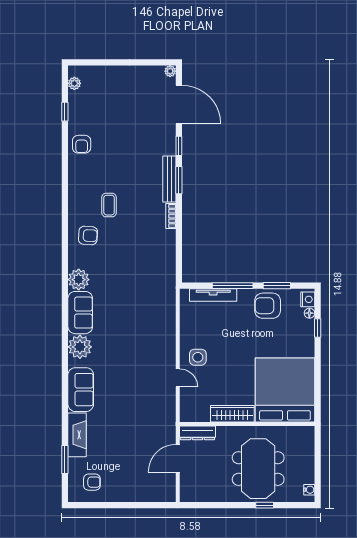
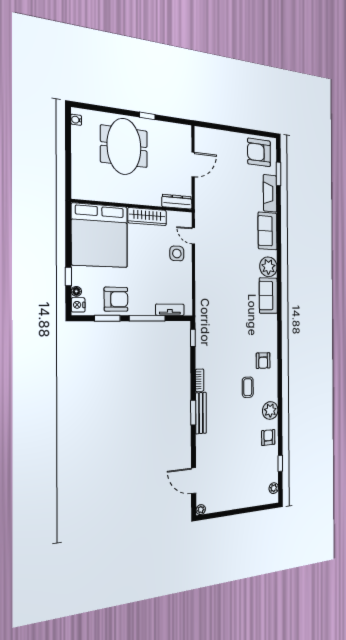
door: (179, 104) -> (194, 481), width x0.73
window: (179, 146) -> (193, 338), moved
armchair: (88, 235) -> (263, 361), turned -94
plant: (79, 280) -> (270, 410), moved
tv unit: (213, 295) -> (170, 310), width x0.71
bed: (285, 390) -> (100, 236), moved
wardrobe: (232, 414) -> (147, 217), moved
wall: (247, 424) -> (134, 206), moved
dresser: (197, 433) -> (177, 202), moved
armchair: (92, 482) -> (259, 152), width x1.88, depth x1.88
window: (265, 505) -> (147, 116), moved

